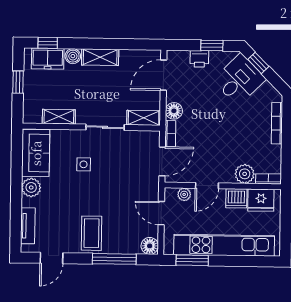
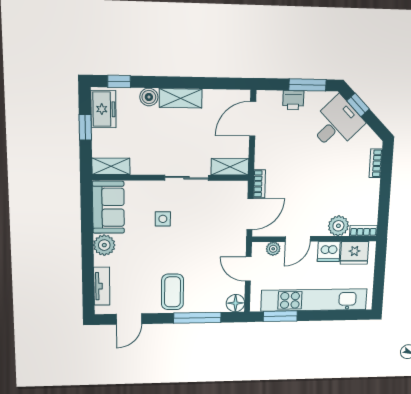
window: (212, 46) -> (308, 85), width x1.50
freezer: (48, 59) -> (103, 109), moved, turned -90
floor lamp: (174, 111) -> (264, 159), removed
shelving: (59, 117) -> (111, 166), moved
bookcase: (277, 123) -> (376, 163), width x0.64

